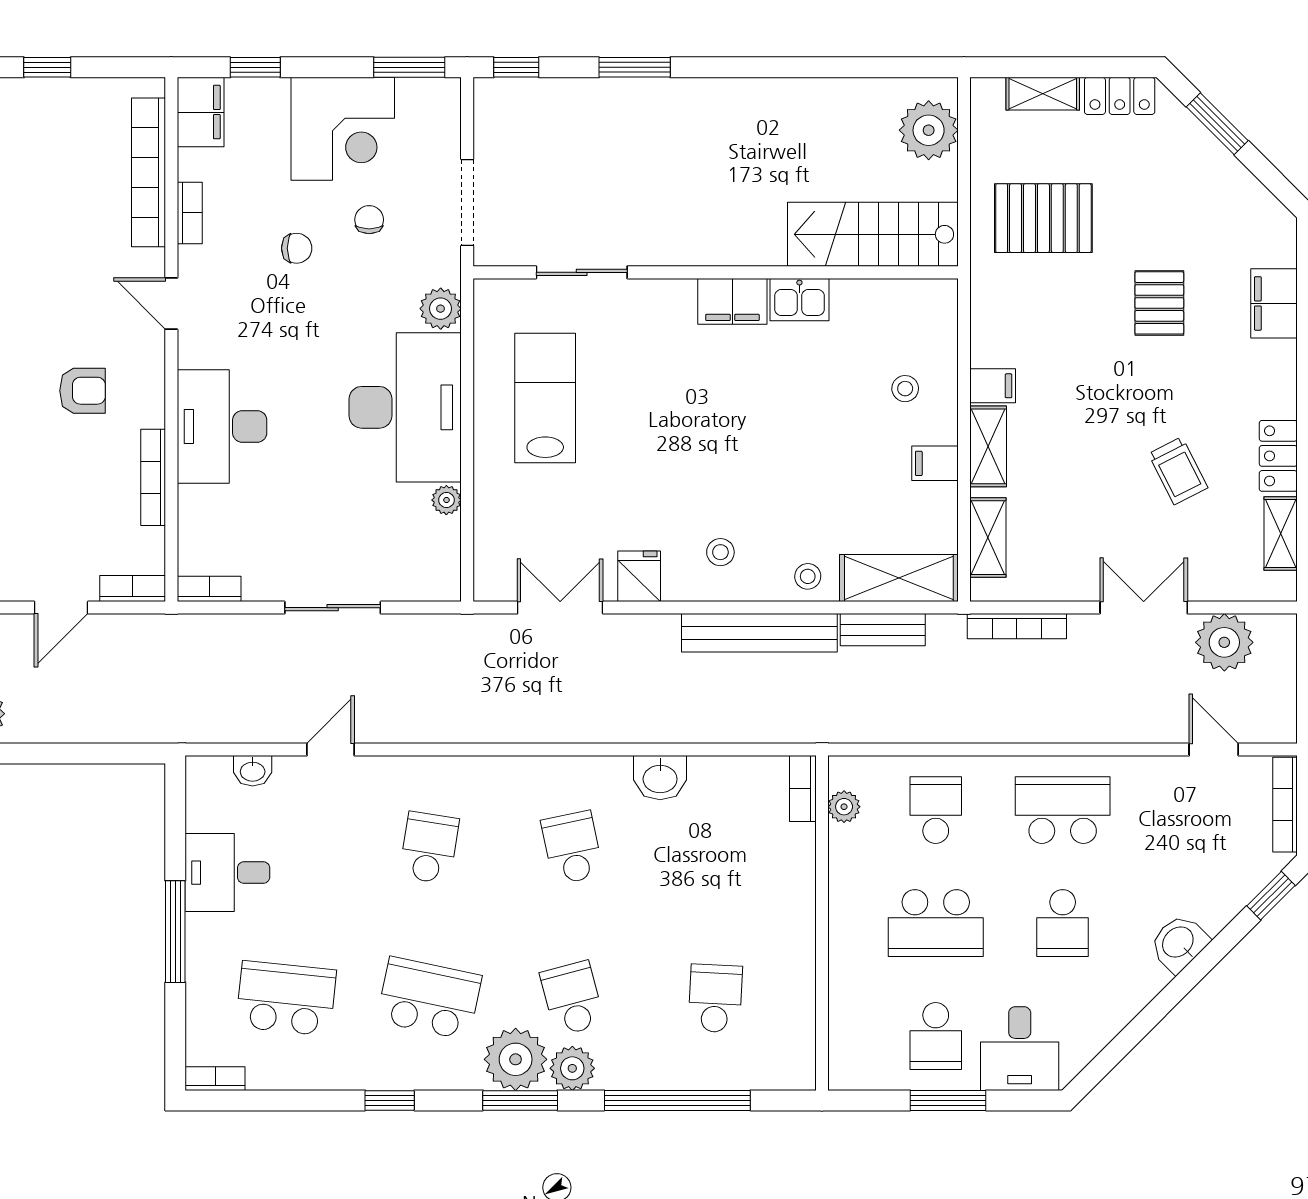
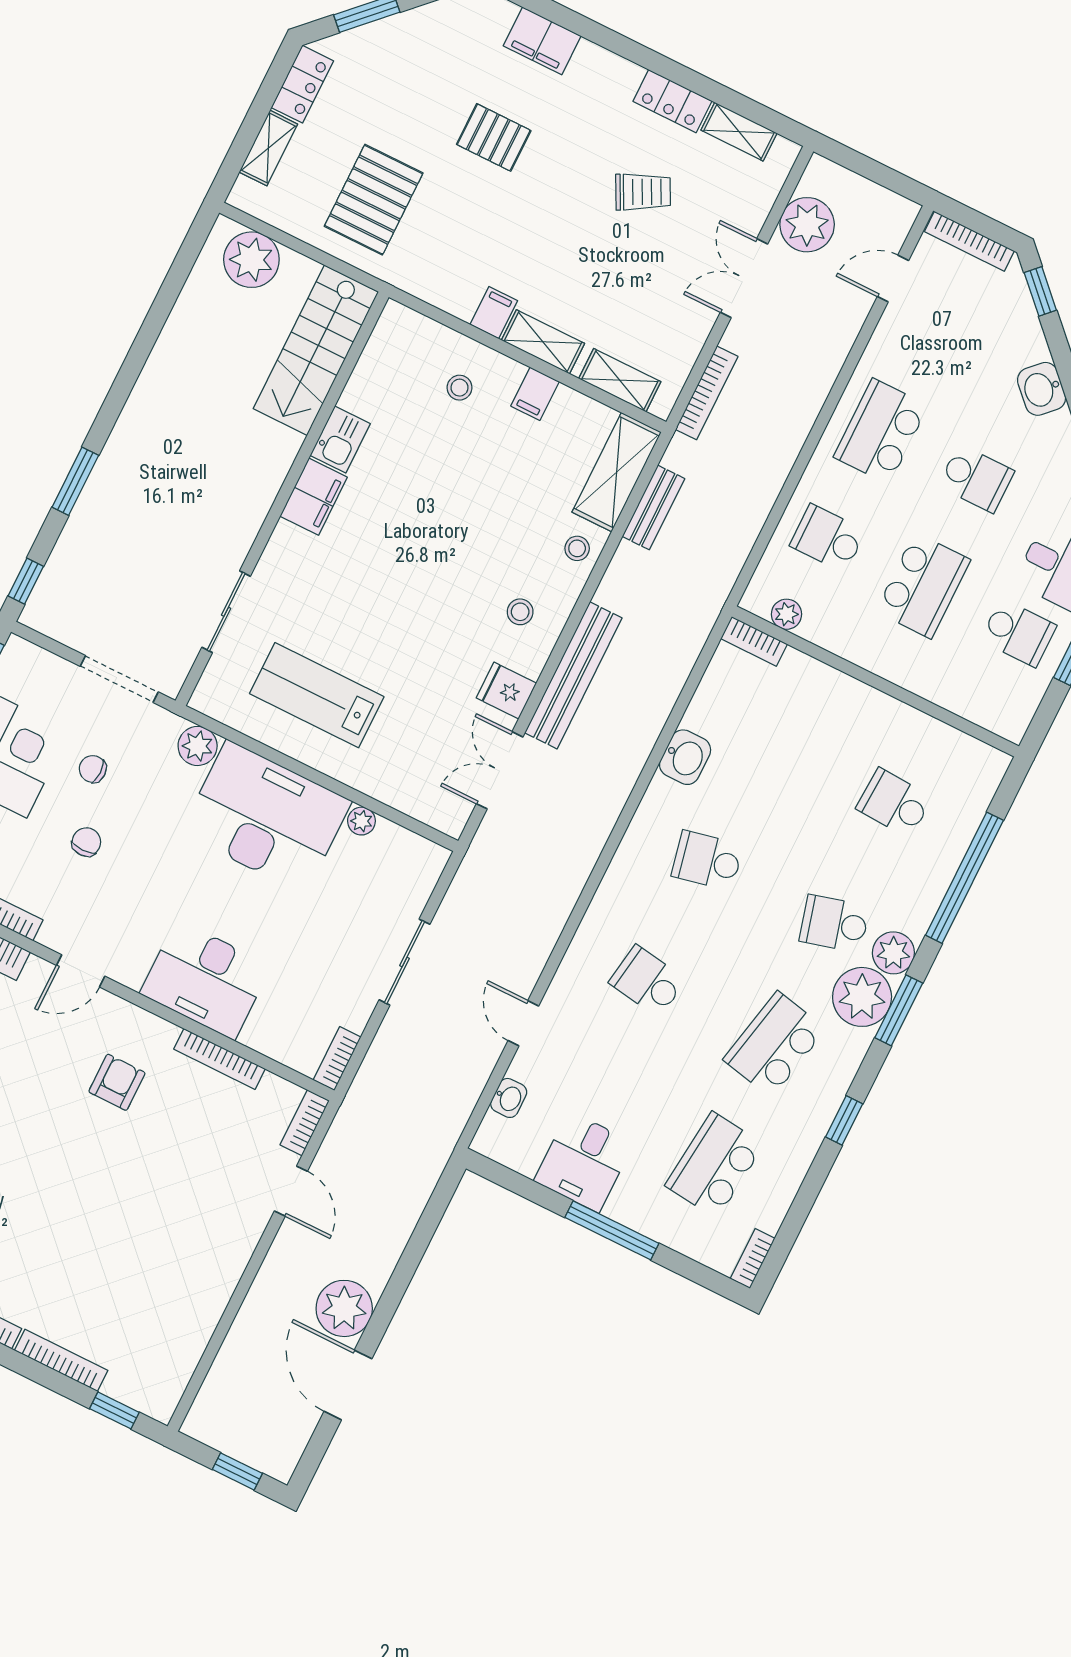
bench: (759, 633) -> (573, 675), moved

